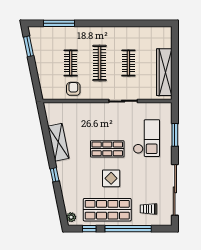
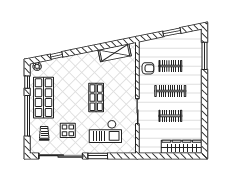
window: (29, 46) -> (172, 32), moved
wardrobe: (164, 72) -> (182, 147), moved
window: (175, 135) -> (98, 156), moved
shelving: (58, 142) -> (115, 53), moved
window: (55, 175) -> (56, 56), moved
display table: (111, 178) -> (68, 130), moved

